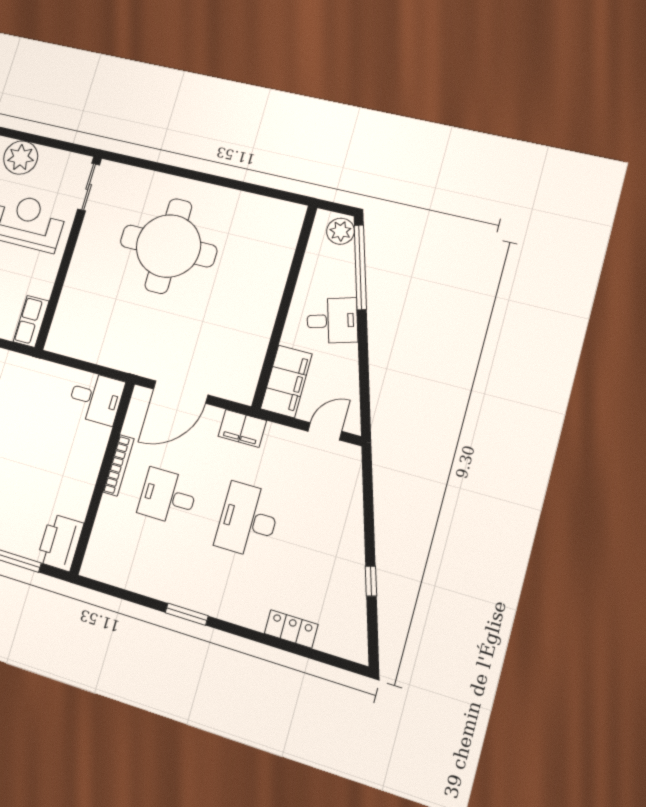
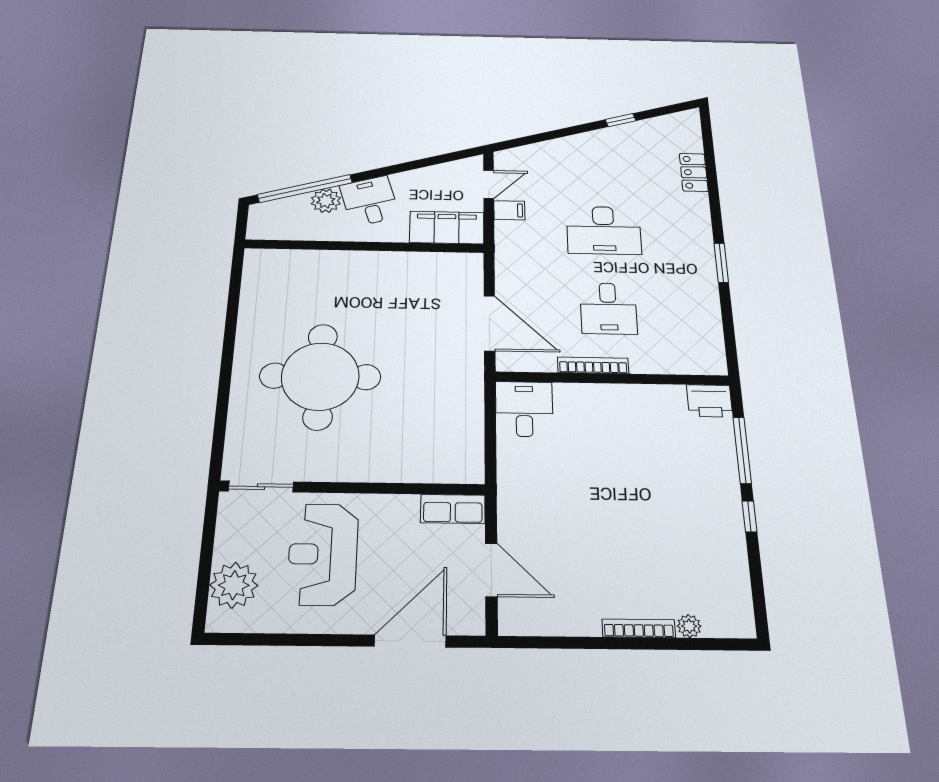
plant: (340, 231) -> (326, 201), moved
filing cabinet: (242, 428) -> (509, 210), moved, width x0.50
door: (325, 431) -> (489, 184), swing flipped
printer: (60, 542) -> (710, 401), width x0.73, depth x0.84

